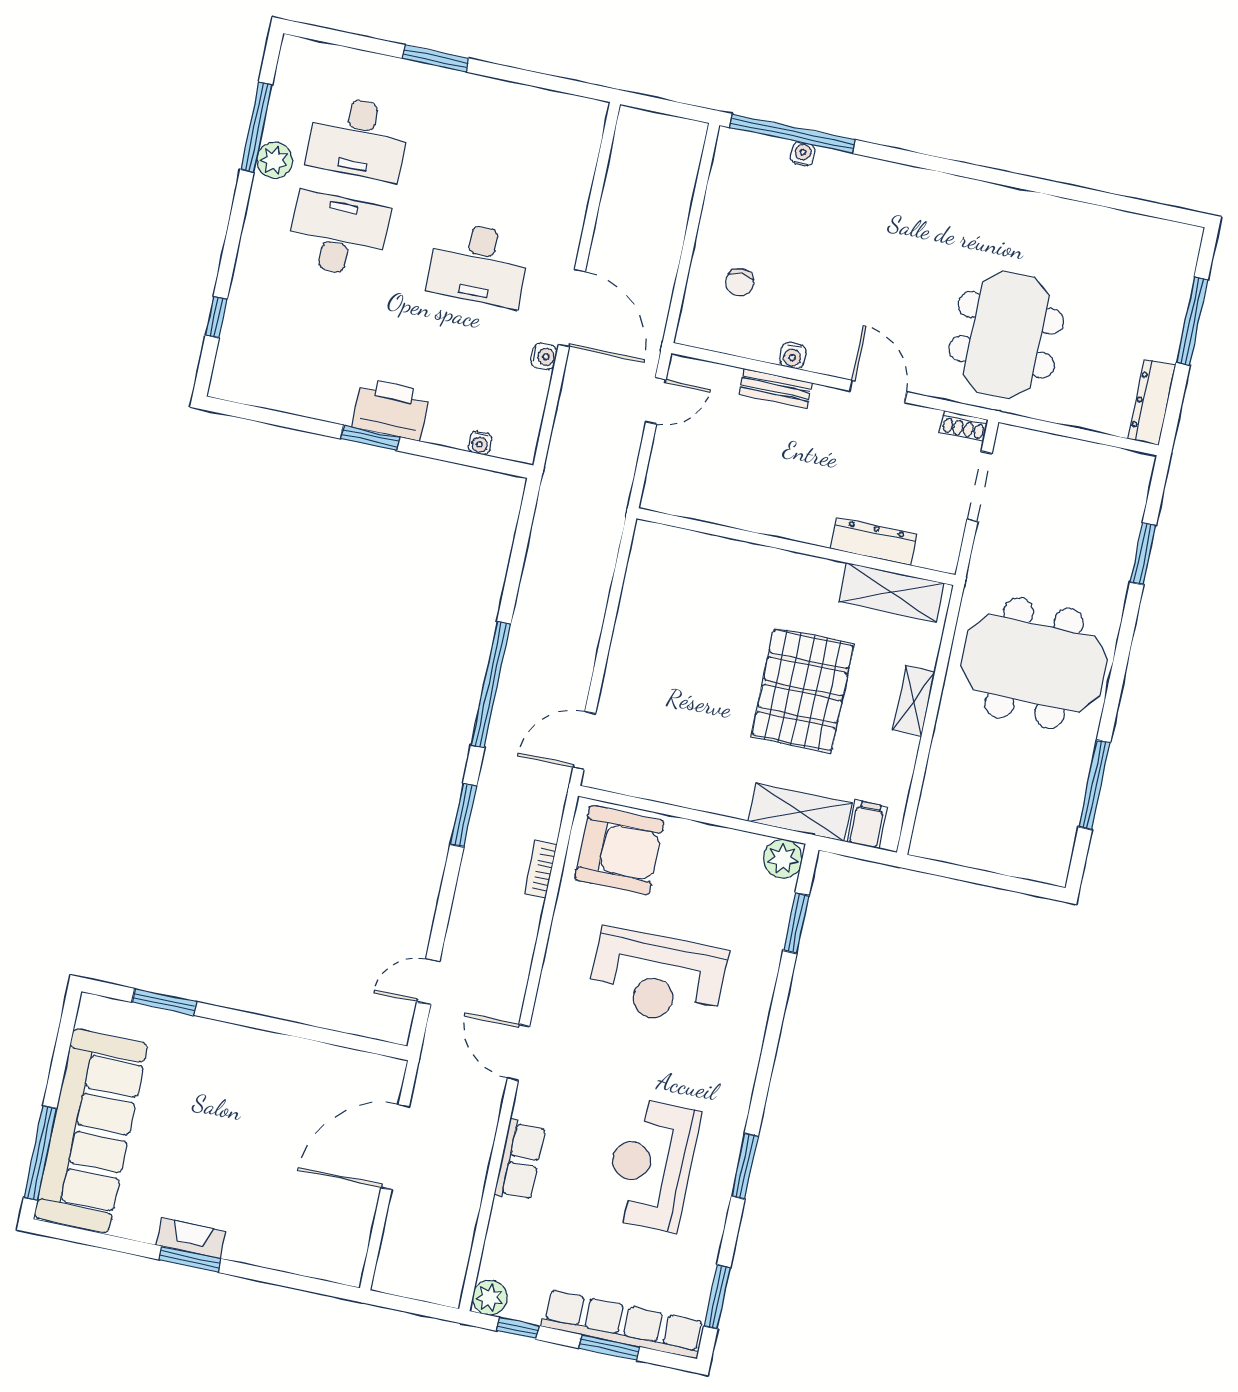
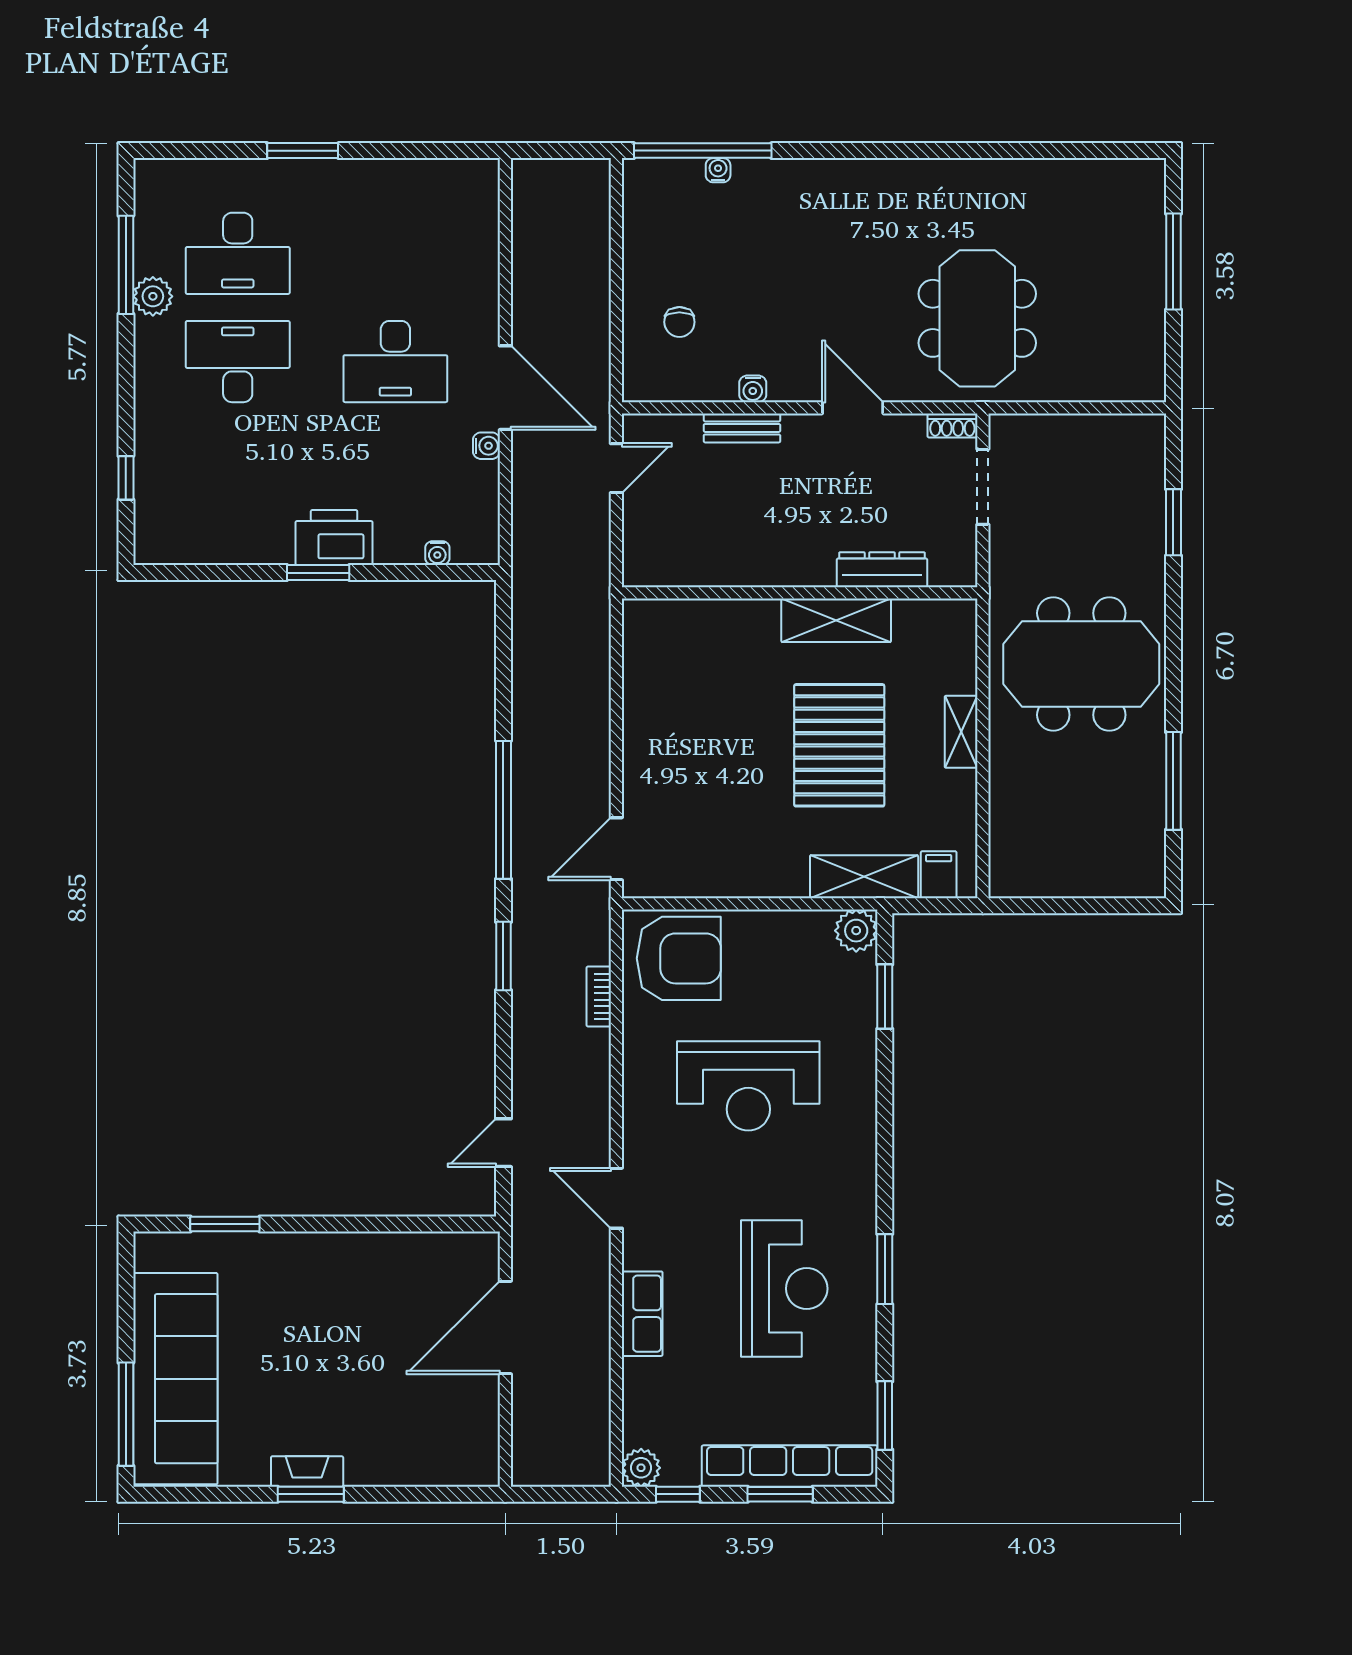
dresser: (1152, 402) -> (1149, 357), removed
shelving: (892, 592) -> (836, 620), moved
reception desk: (651, 1165) -> (784, 1289), turned 180

